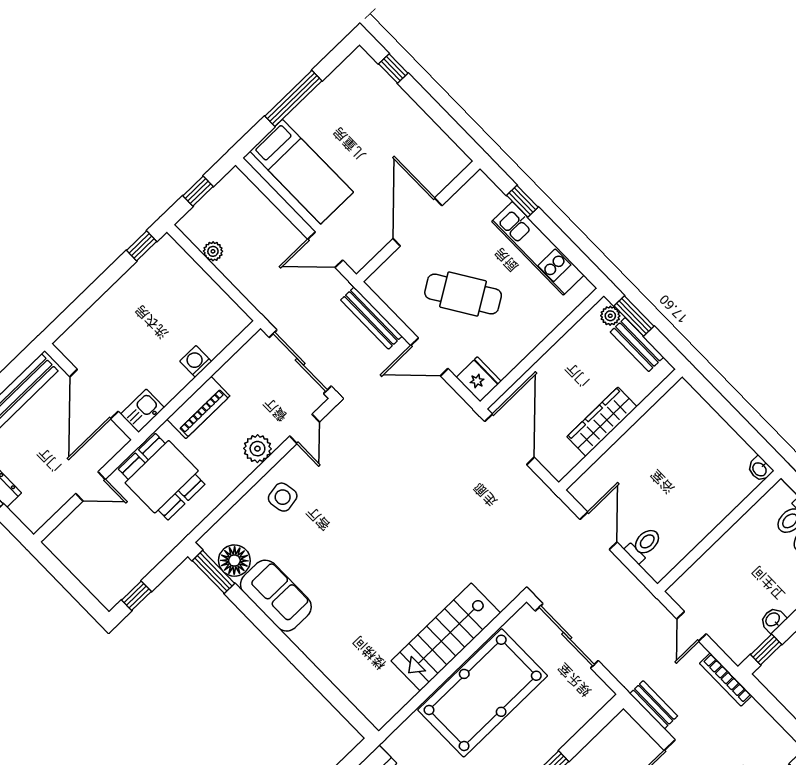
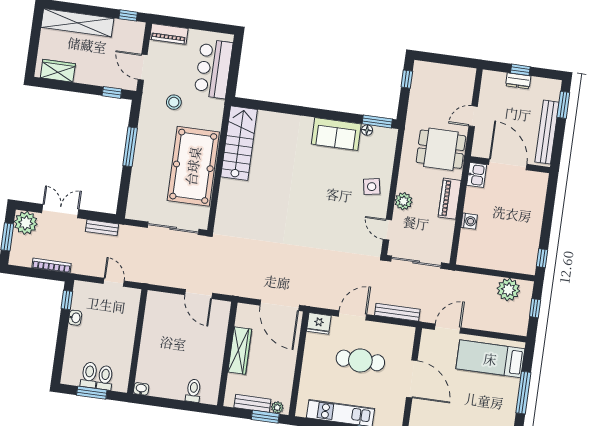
plant: (213, 251) -> (508, 290), width x1.87, depth x1.87
cafe table: (463, 294) -> (360, 360), turned 32
toilet: (644, 545) -> (193, 391), moved, turned 180
floor lamp: (234, 561) -> (367, 130), width x0.53, depth x0.53
stairs: (446, 637) -> (239, 143), moved
bookcase: (726, 680) -> (51, 266), moved

